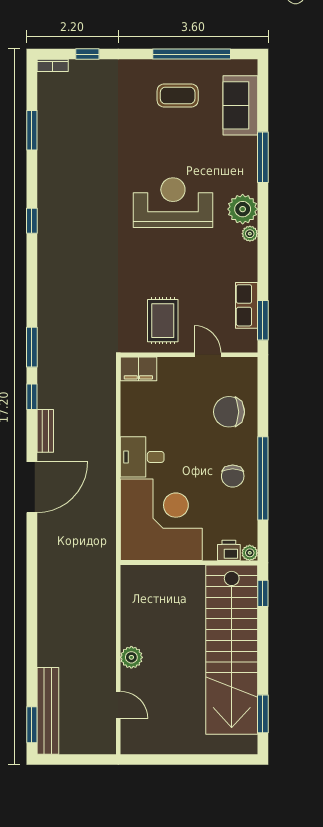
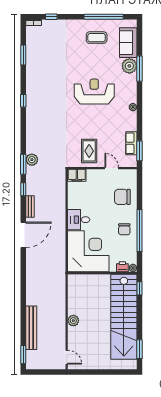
plant: (243, 209) -> (129, 66), moved
plant: (49, 338) -> (32, 160), added
door: (118, 705) -> (67, 357), moved
bench: (48, 711) -> (31, 328), moved

